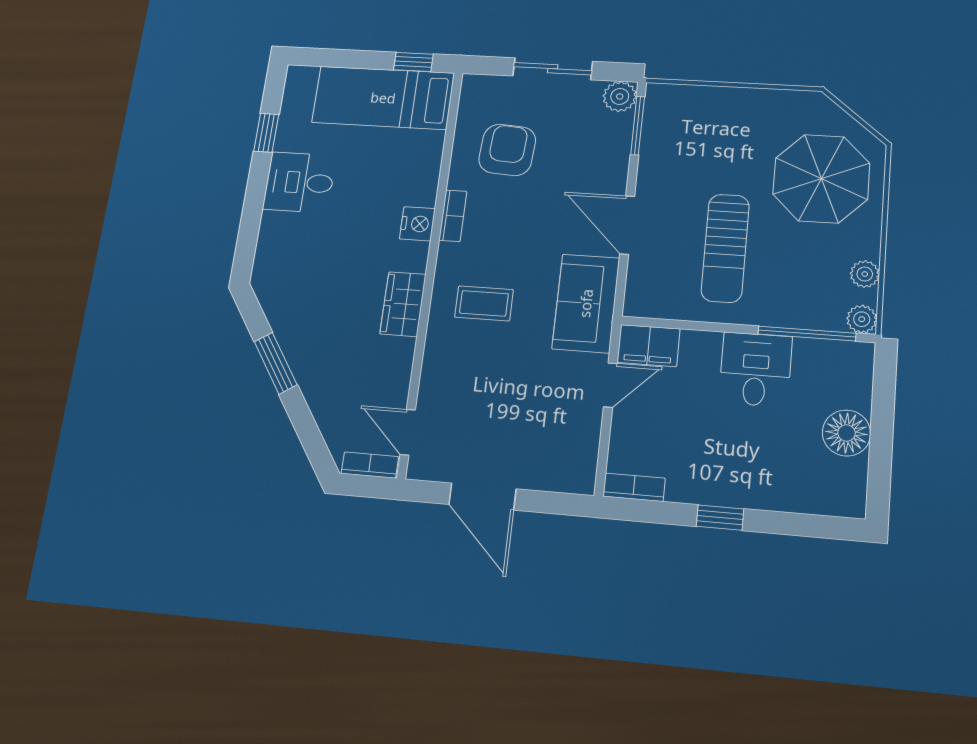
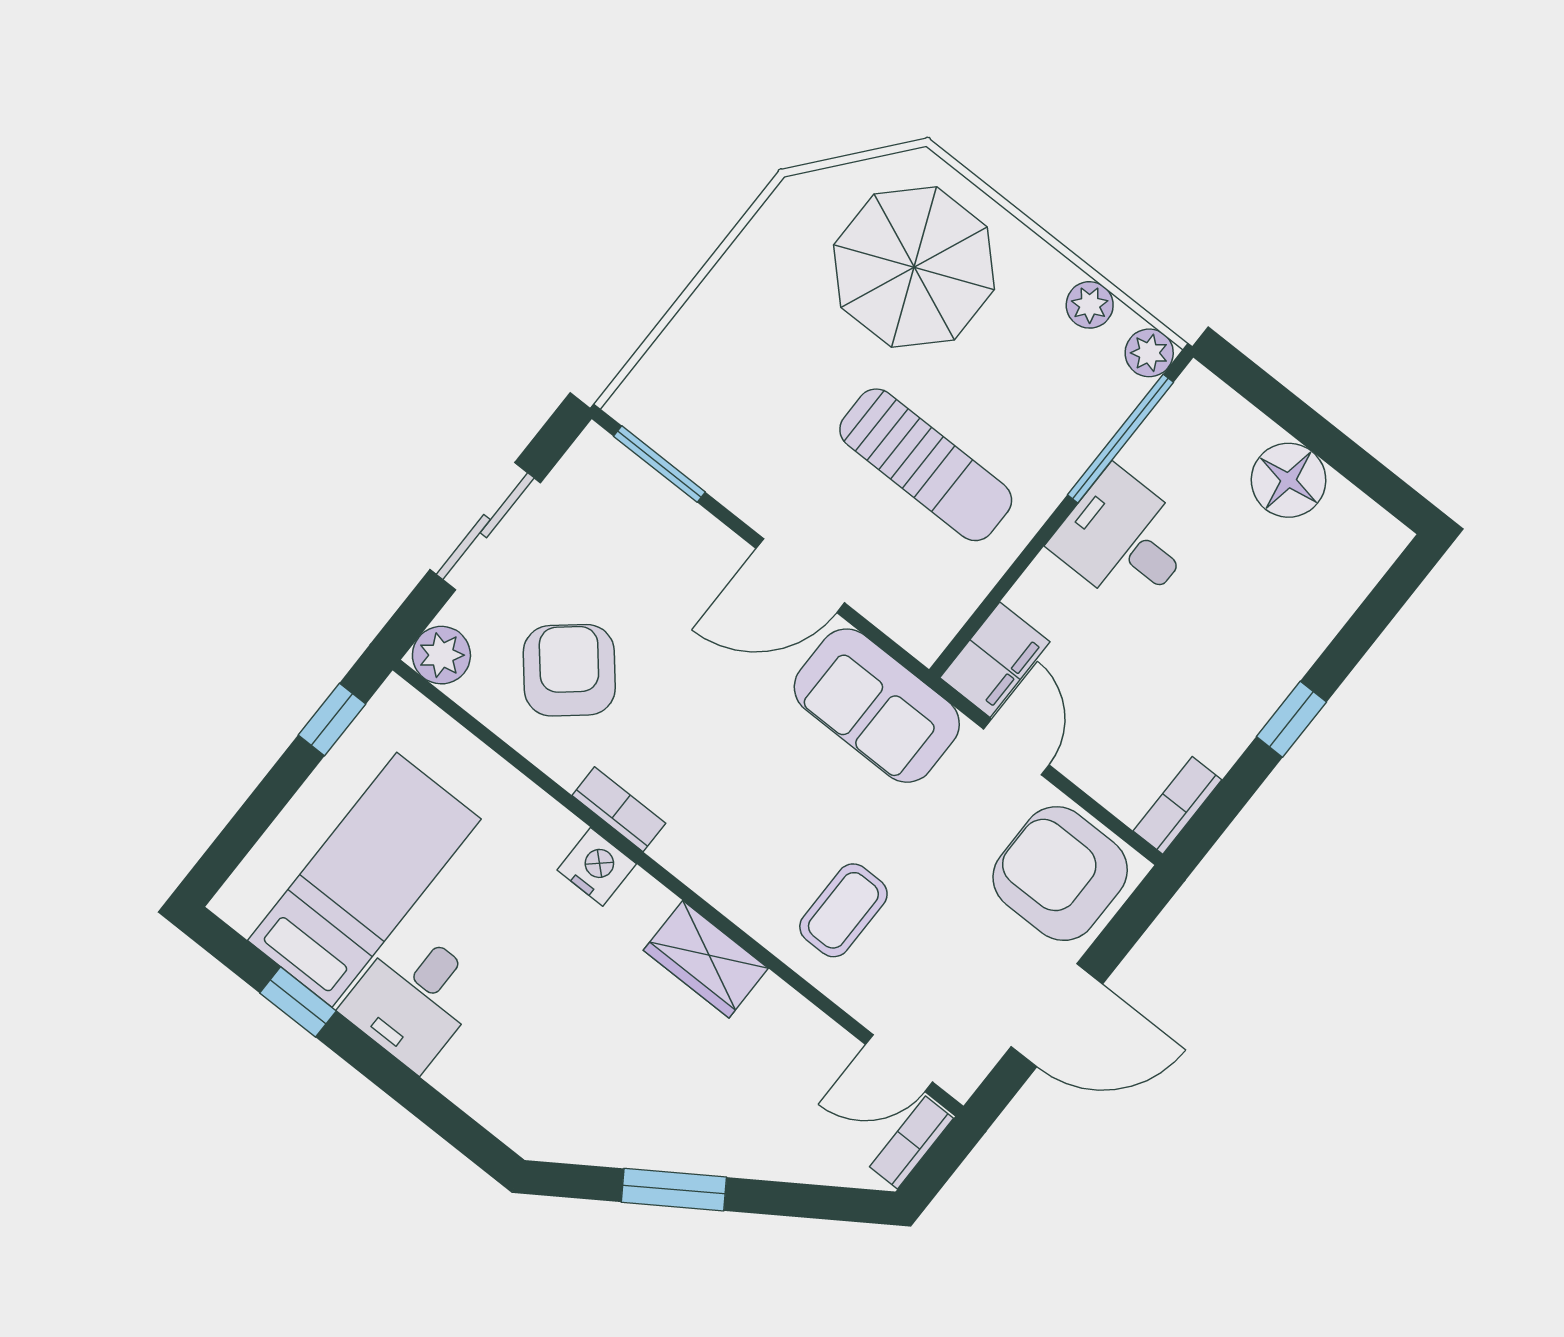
plant: (620, 96) -> (441, 655), moved
bed: (383, 98) -> (364, 880), moved, turned 180
armchair: (507, 150) -> (569, 670), turned 46
coffee table: (484, 303) -> (843, 910), moved
armchair: (558, 450) -> (1060, 874), added

